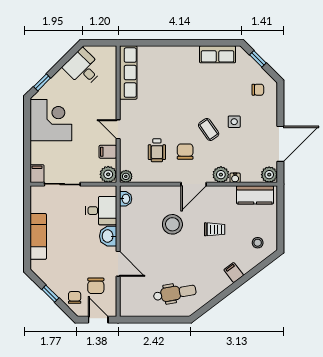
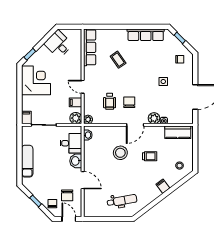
row of seats: (218, 54) -> (146, 35), width x1.48
coffee table: (209, 129) -> (118, 60), moved
plant: (269, 175) -> (188, 118), removed

